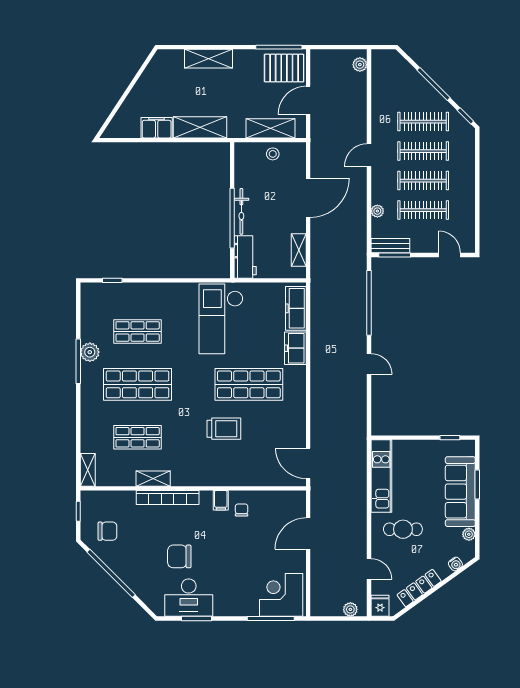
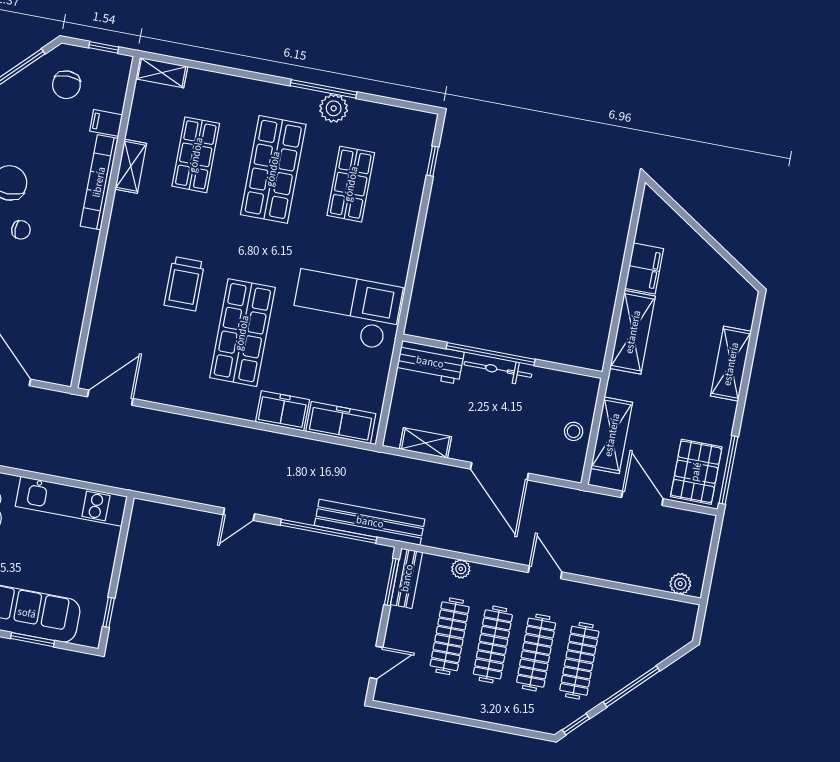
bench: (358, 277) -> (370, 522), added
filing cabinet: (221, 500) -> (106, 123), moved
chair: (242, 510) -> (21, 230), moved

